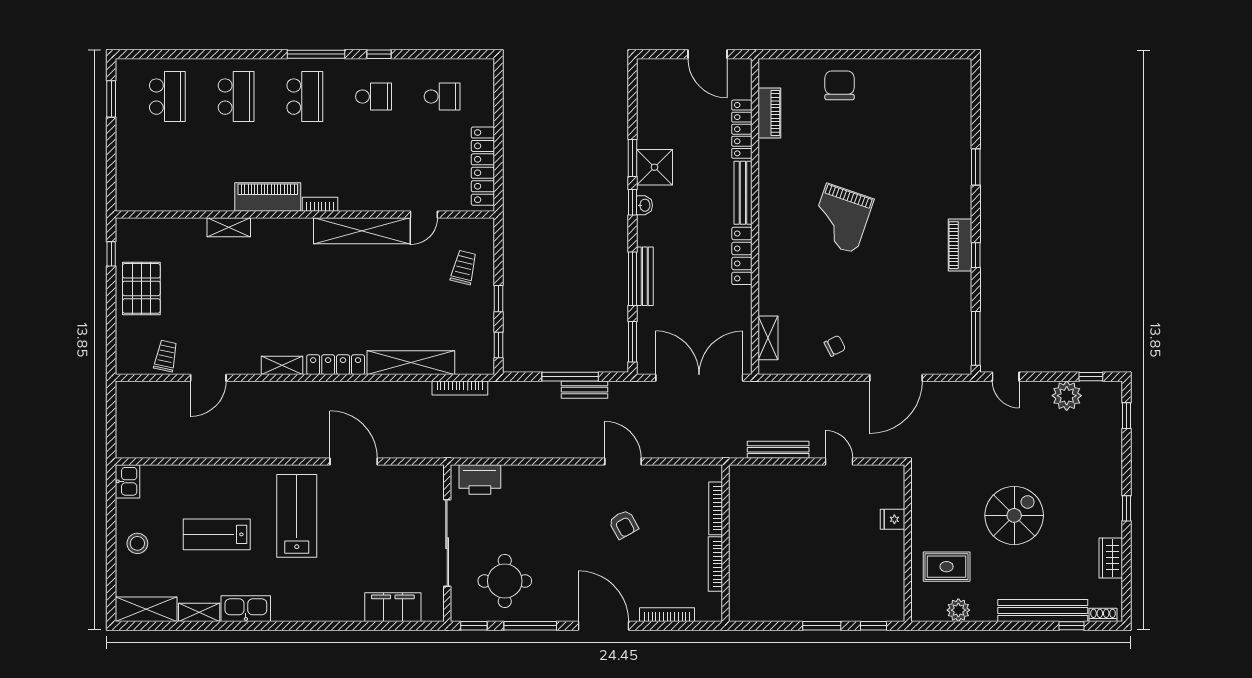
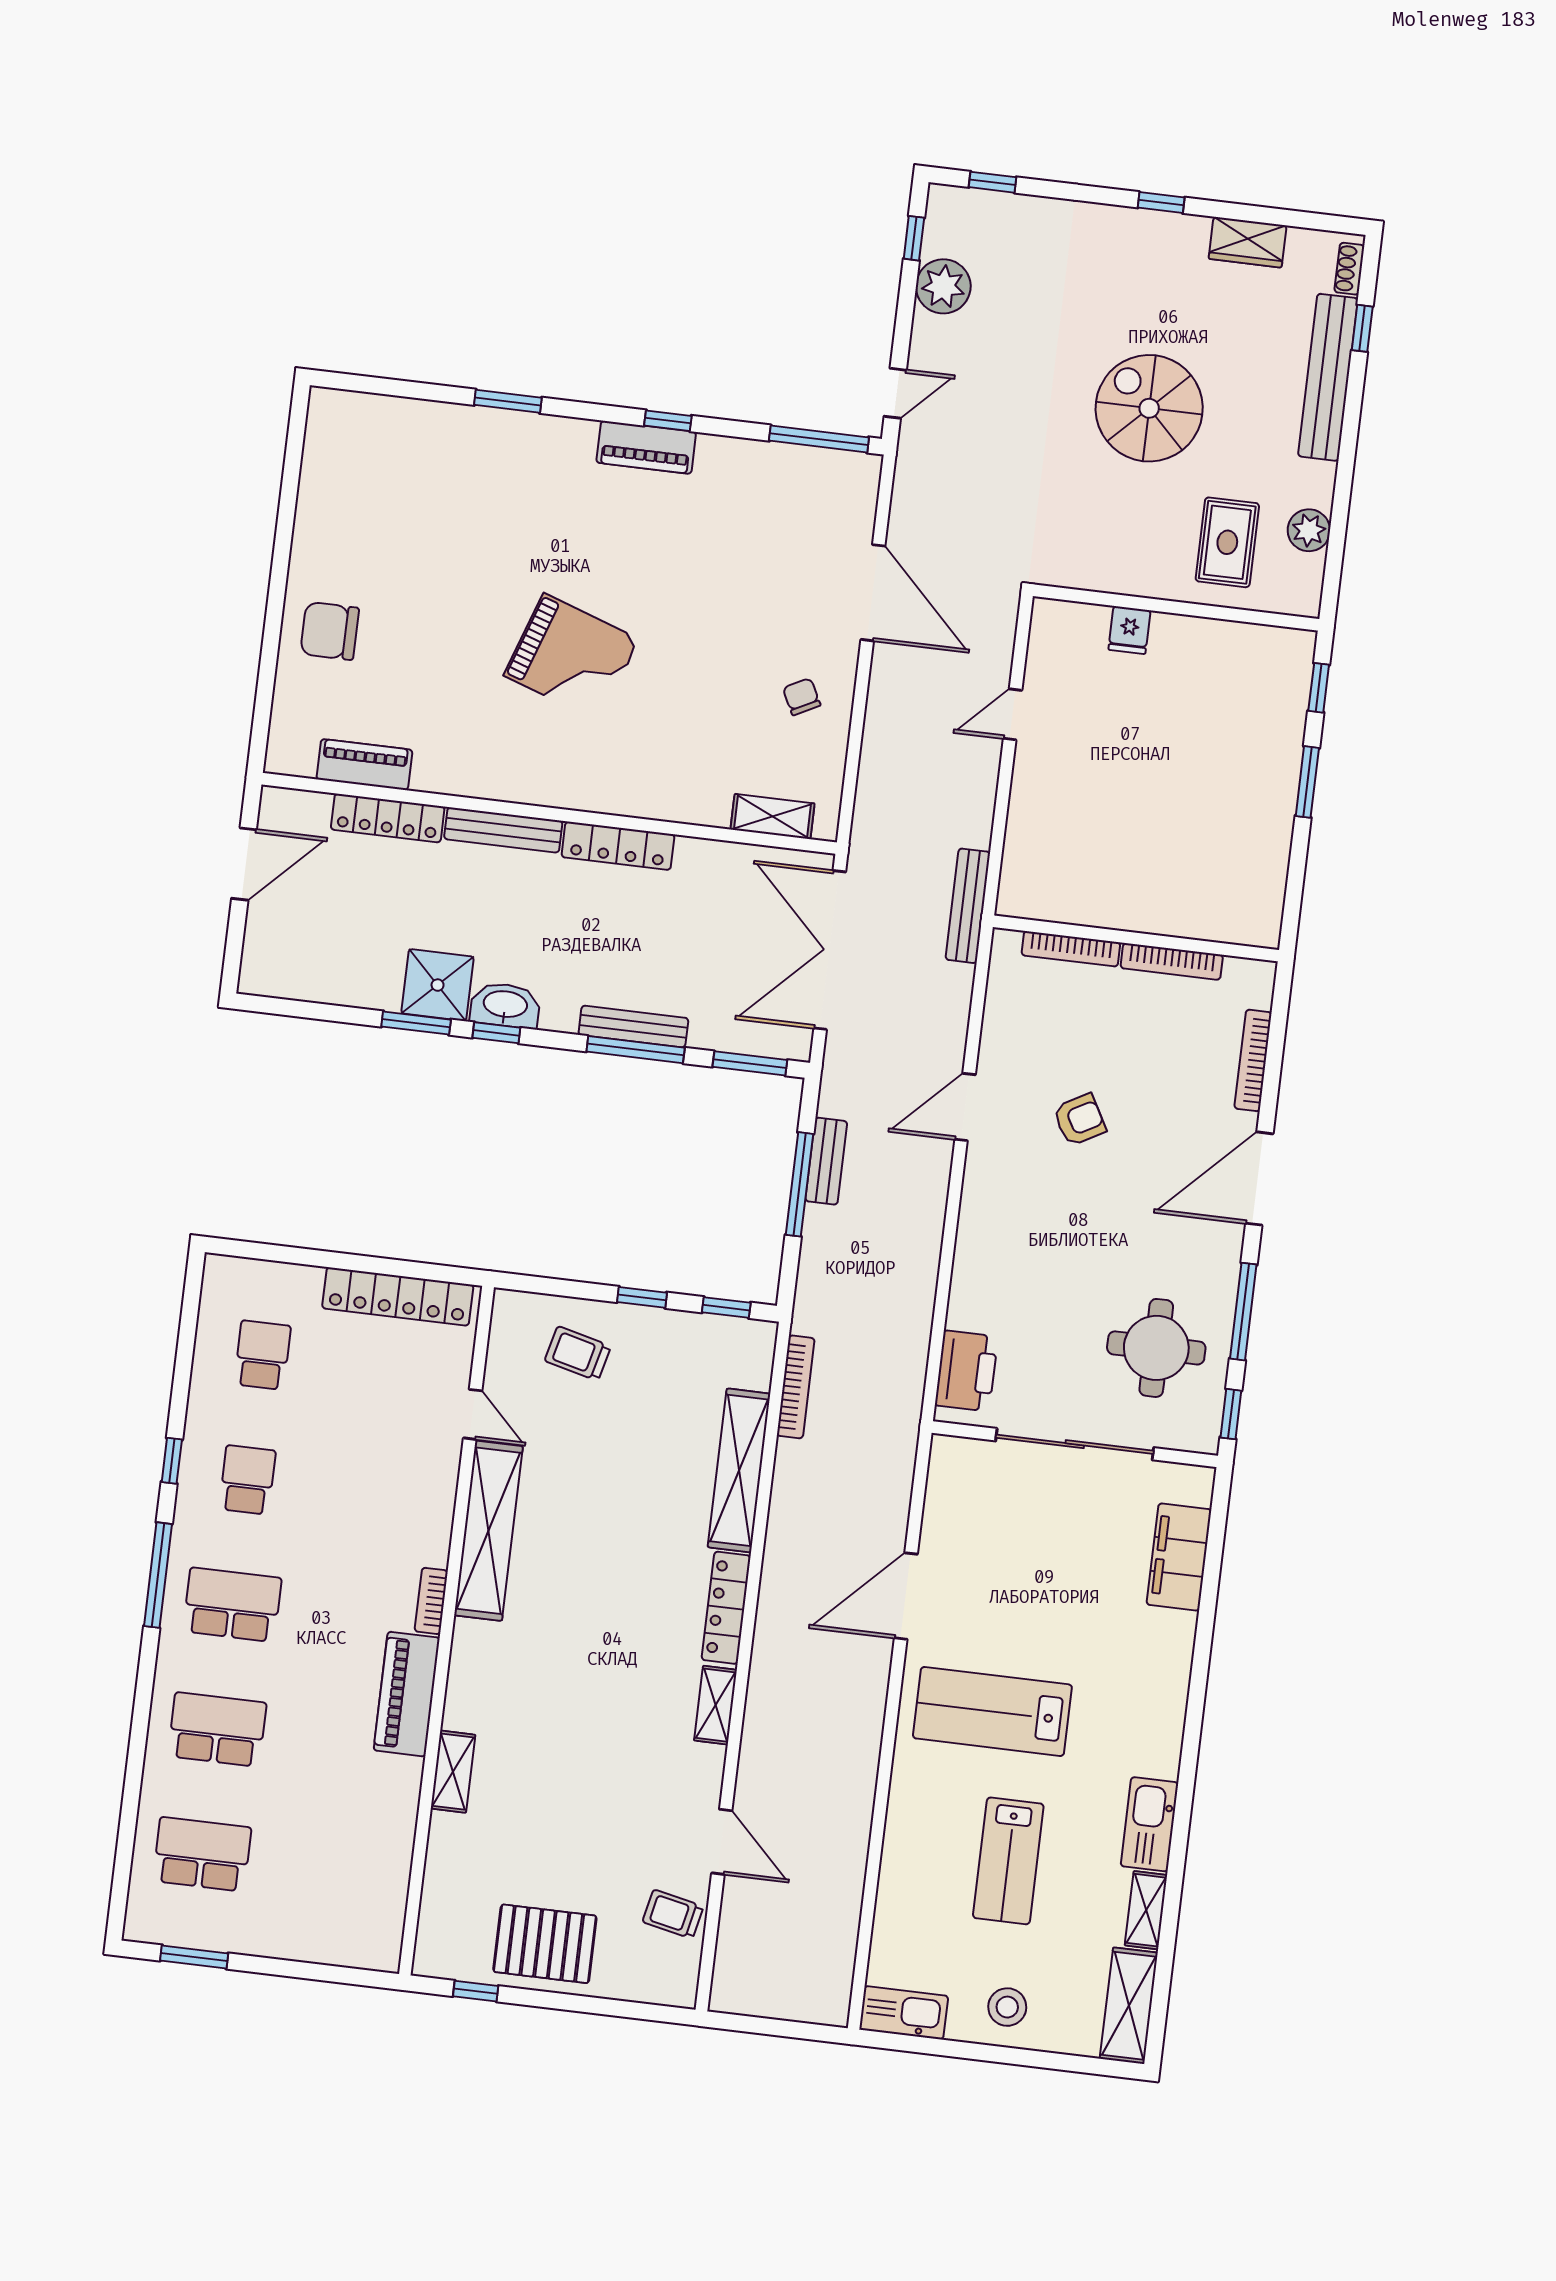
washbasin: (644, 205) -> (505, 1005), width x1.91, depth x1.45
bench: (778, 450) -> (968, 906), moved
kitchen sink: (127, 481) -> (904, 2013), width x1.38

